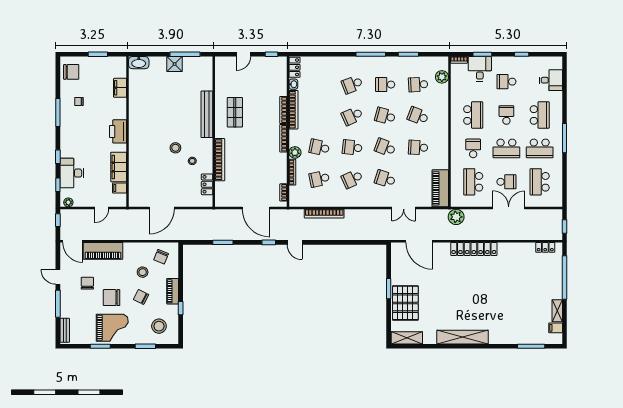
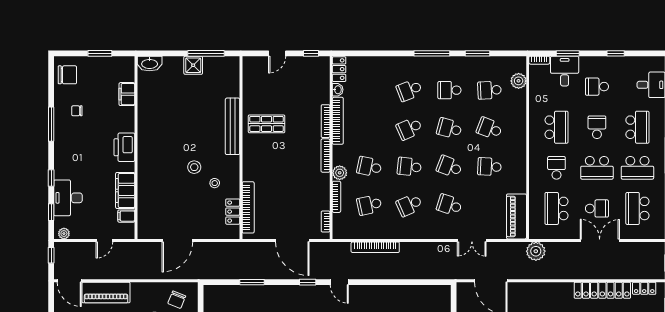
shop shelf: (235, 112) -> (267, 124), turned 90
bookcase: (220, 160) -> (248, 207), moved
locker: (474, 249) -> (602, 290), moved

